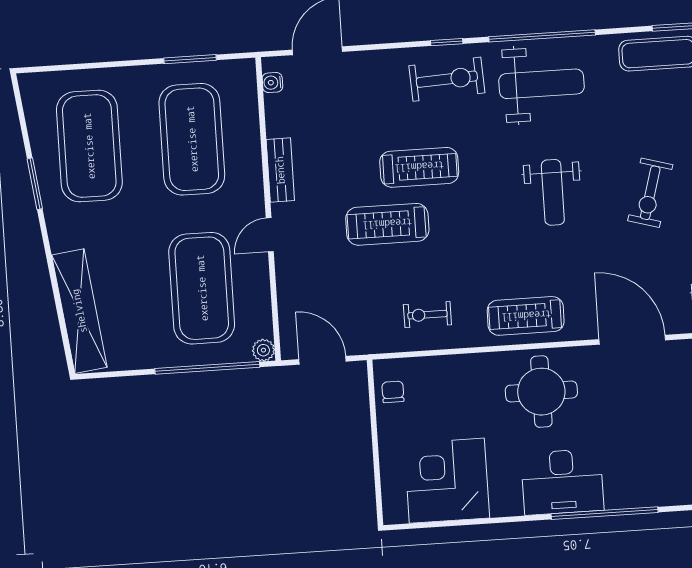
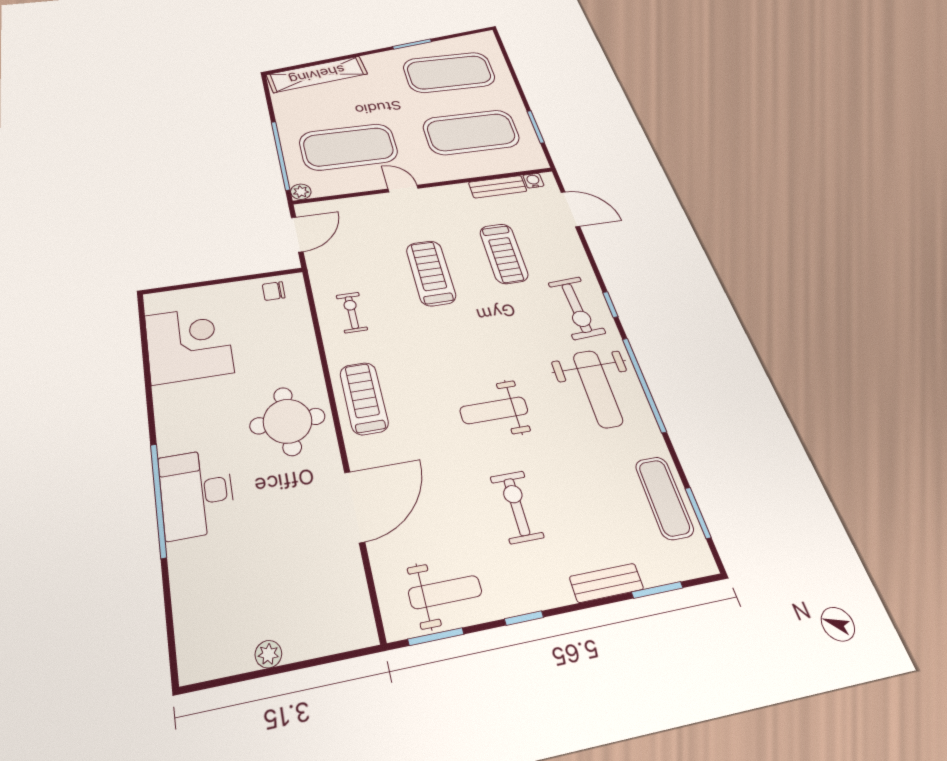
treadmill: (419, 167) -> (504, 253), moved
bench: (280, 170) -> (498, 187), moved
exercise bike: (650, 193) -> (517, 507), turned 74
chair: (393, 392) -> (274, 291), turned 180
desk: (562, 482) -> (197, 493), moved

